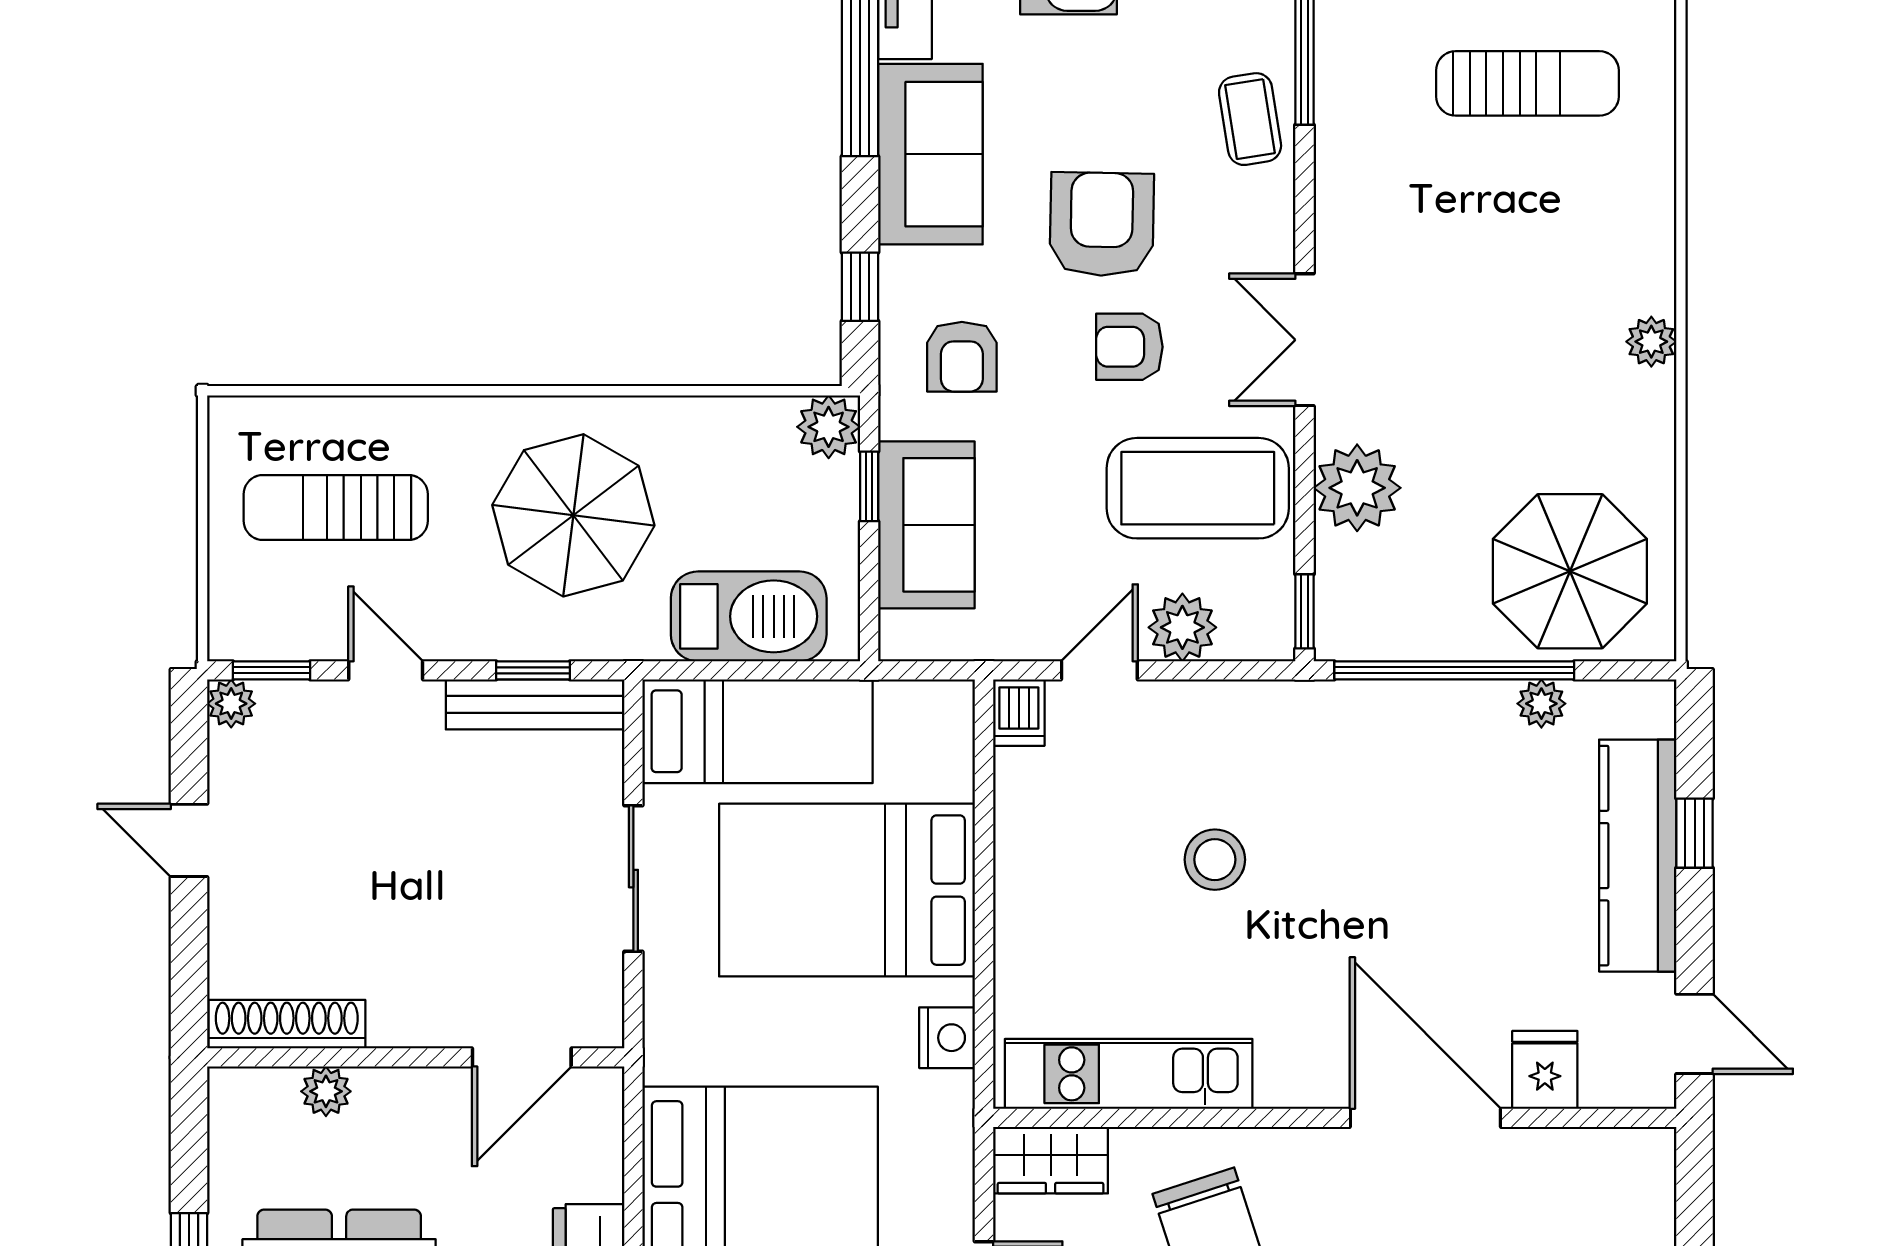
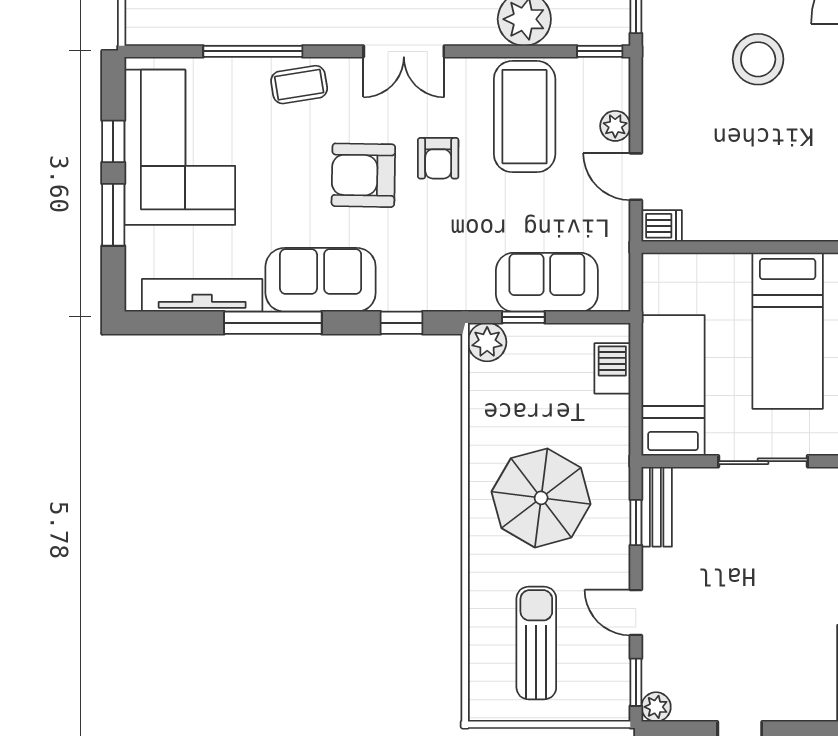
double door: (1305, 340) -> (404, 51), moved
armchair: (962, 357) -> (444, 261), removed
sun lounger: (336, 507) -> (536, 643), turned 180
barbecue: (749, 616) -> (612, 368), width x0.53, depth x0.65
plant: (1182, 627) -> (615, 126), width x0.73, depth x0.73
door: (386, 670) -> (636, 613), hinge flipped
bench: (535, 704) -> (657, 507), width x0.73
stool: (1215, 860) -> (758, 59), moved, width x1.38, depth x1.38
bed: (847, 890) -> (788, 331), width x0.67

